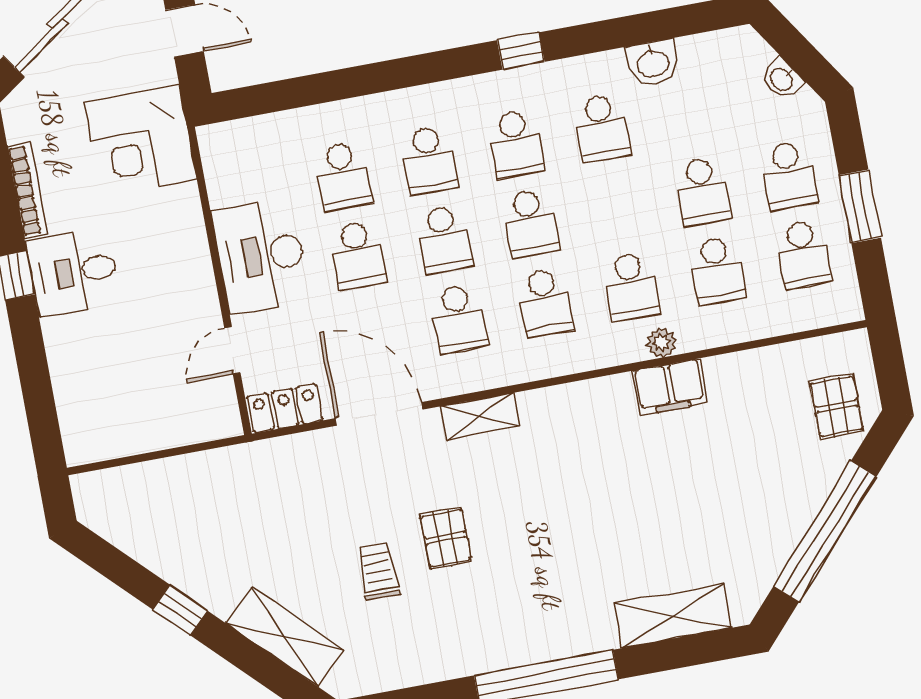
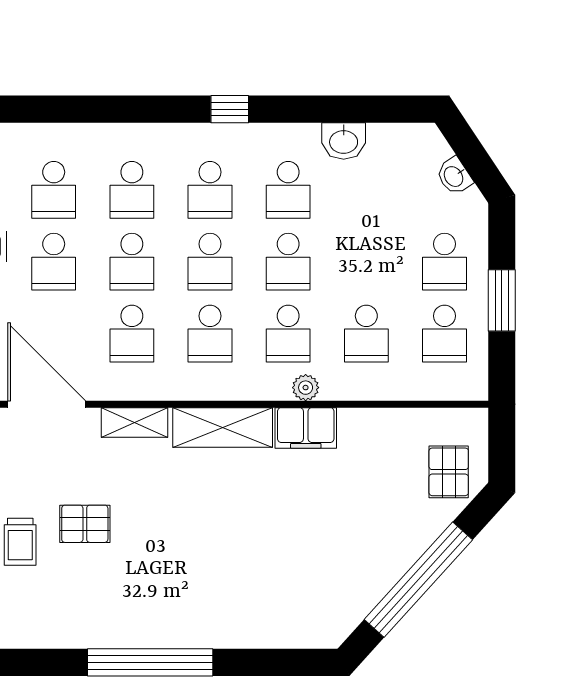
school desk: (703, 191) -> (288, 262), moved
pallet: (446, 538) -> (85, 524), turned 90
trolley: (378, 571) -> (20, 542), turned 180
shelving: (673, 616) -> (223, 427), moved

